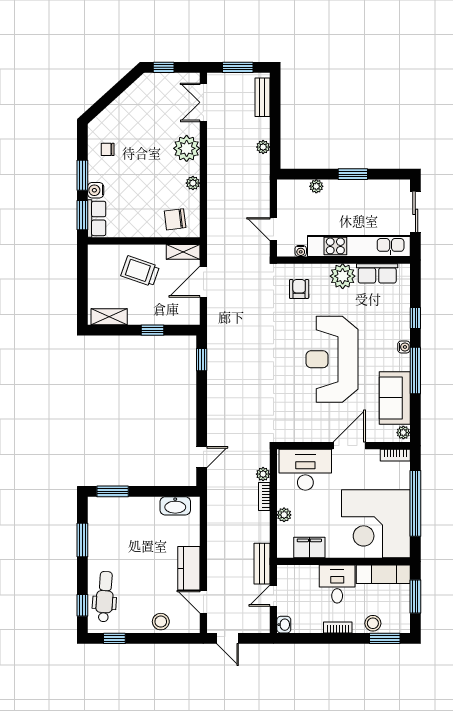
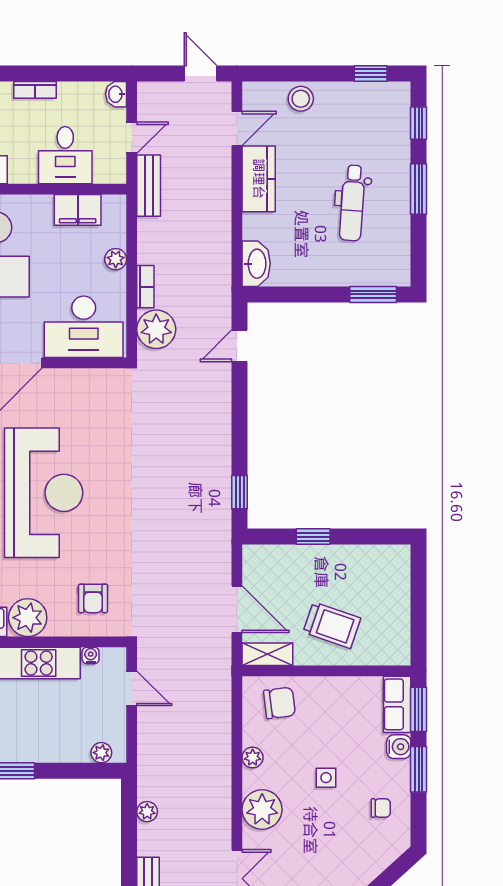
side table: (144, 170) -> (326, 778), added
plant: (316, 186) -> (101, 753), moved
door: (203, 282) -> (237, 609), hinge flipped
shelving: (109, 317) -> (378, 557), removed
plant: (263, 474) -> (156, 329), width x1.87, depth x1.87
washbasin: (175, 506) -> (256, 264), moved, turned 90
window: (82, 540) -> (419, 189), moved
desk: (337, 584) -> (65, 155), moved
dental chair: (105, 597) -> (352, 203), moved
door: (203, 602) -> (237, 129), hinge flipped

